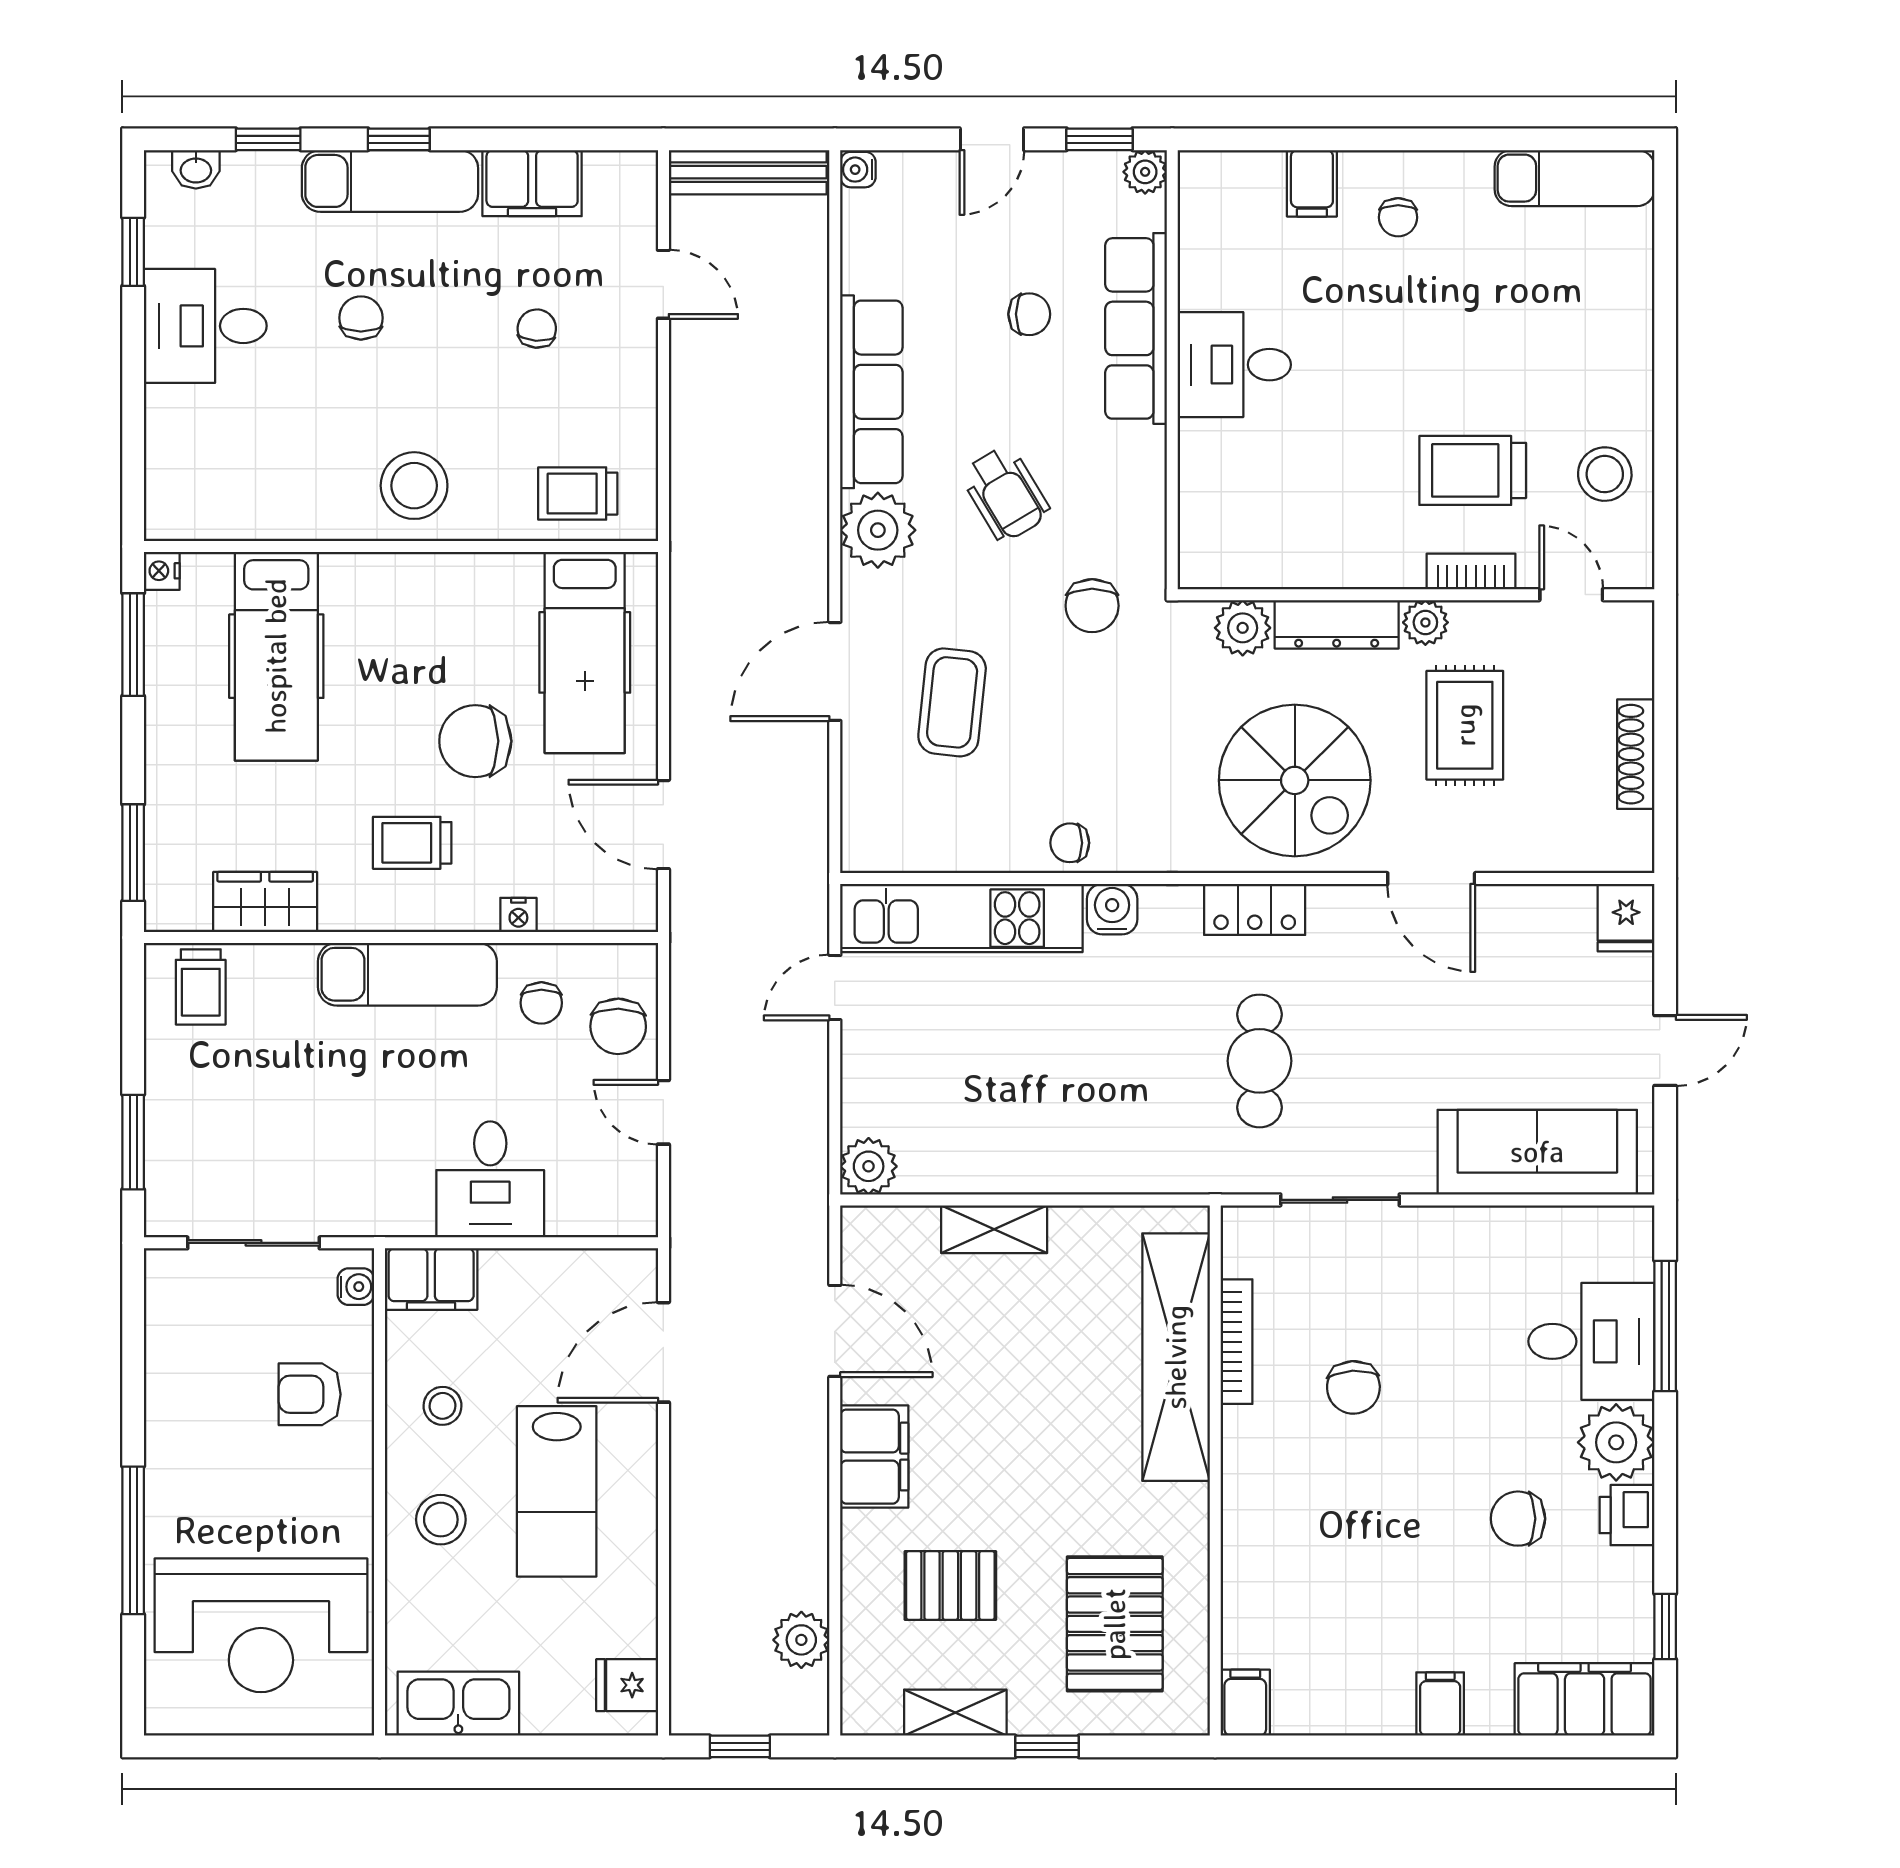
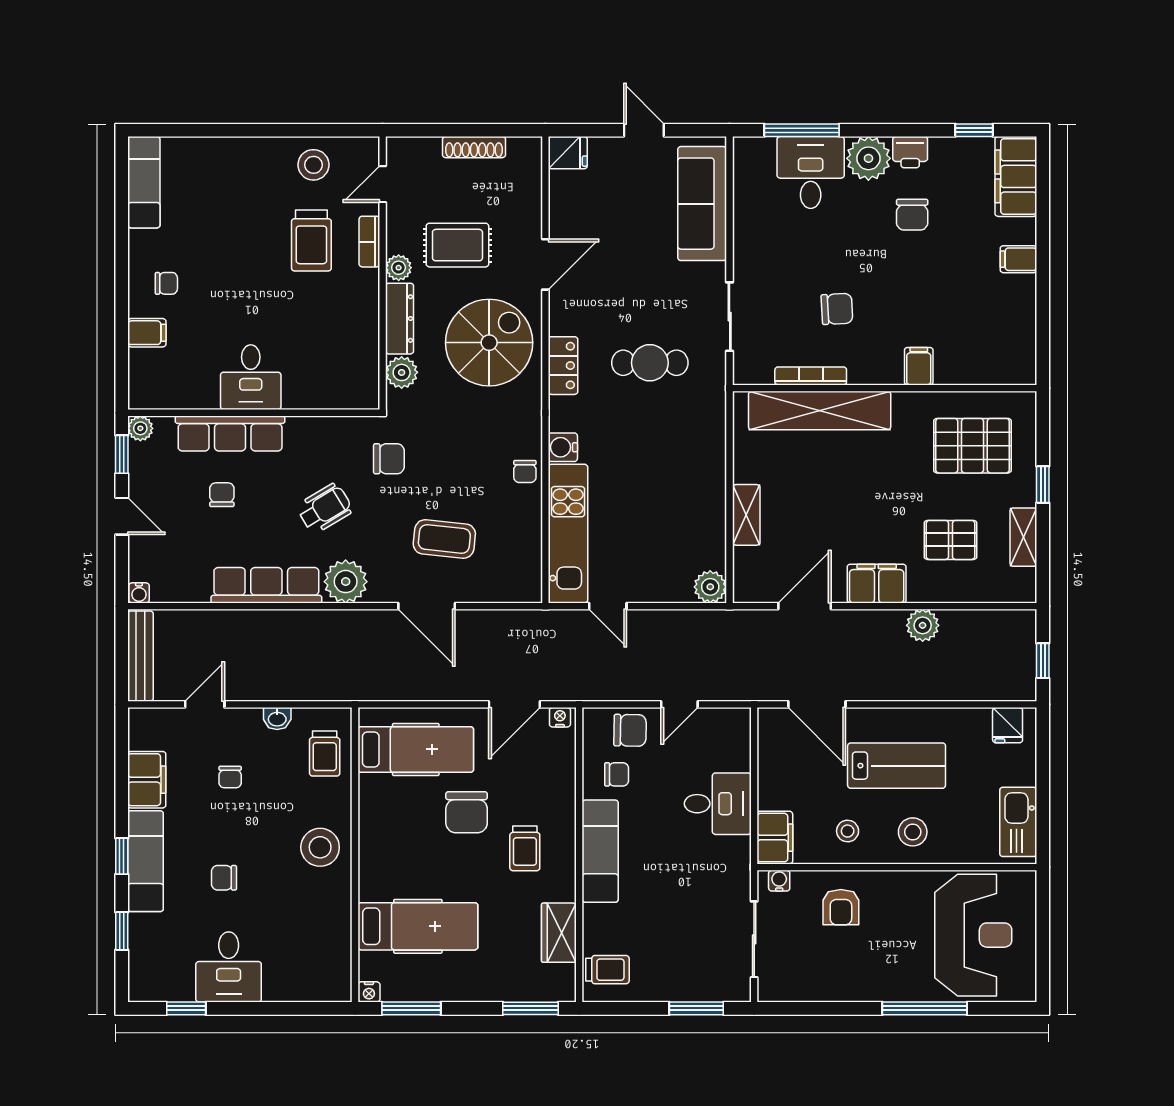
washbasin: (196, 169) -> (277, 719), moved, turned 90
chair: (537, 329) -> (230, 777), turned -94
nightstand: (518, 915) -> (560, 717), moved, turned -90
pallet: (950, 1585) -> (951, 540), turned 90
plant: (801, 1640) -> (923, 625), moved
filing cabinet: (1245, 1703) -> (919, 366), moved, turned 90

